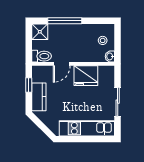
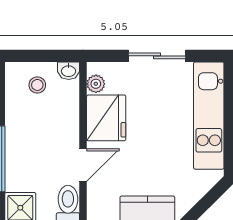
door: (62, 64) -> (83, 165), hinge flipped
plant: (103, 70) -> (96, 84), added

